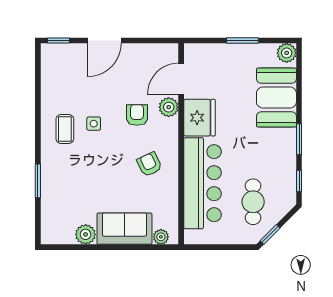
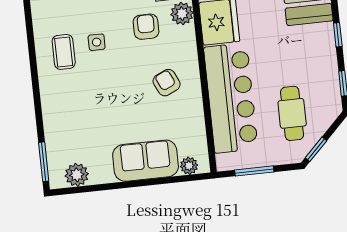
window: (299, 139) -> (338, 35), width x0.67
window: (38, 181) -> (44, 162), moved
plant: (86, 234) -> (77, 175), moved
window: (216, 247) -> (254, 171), added

